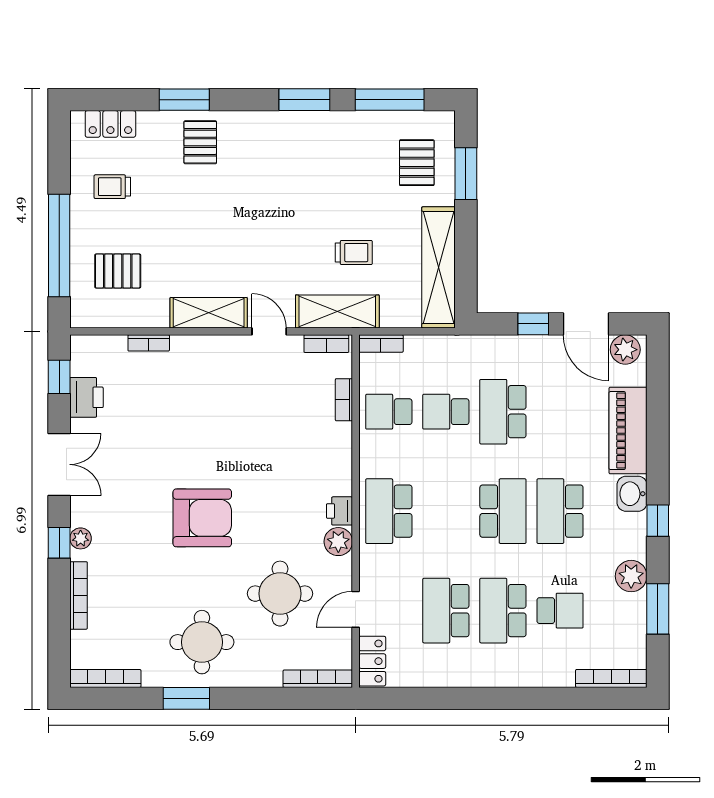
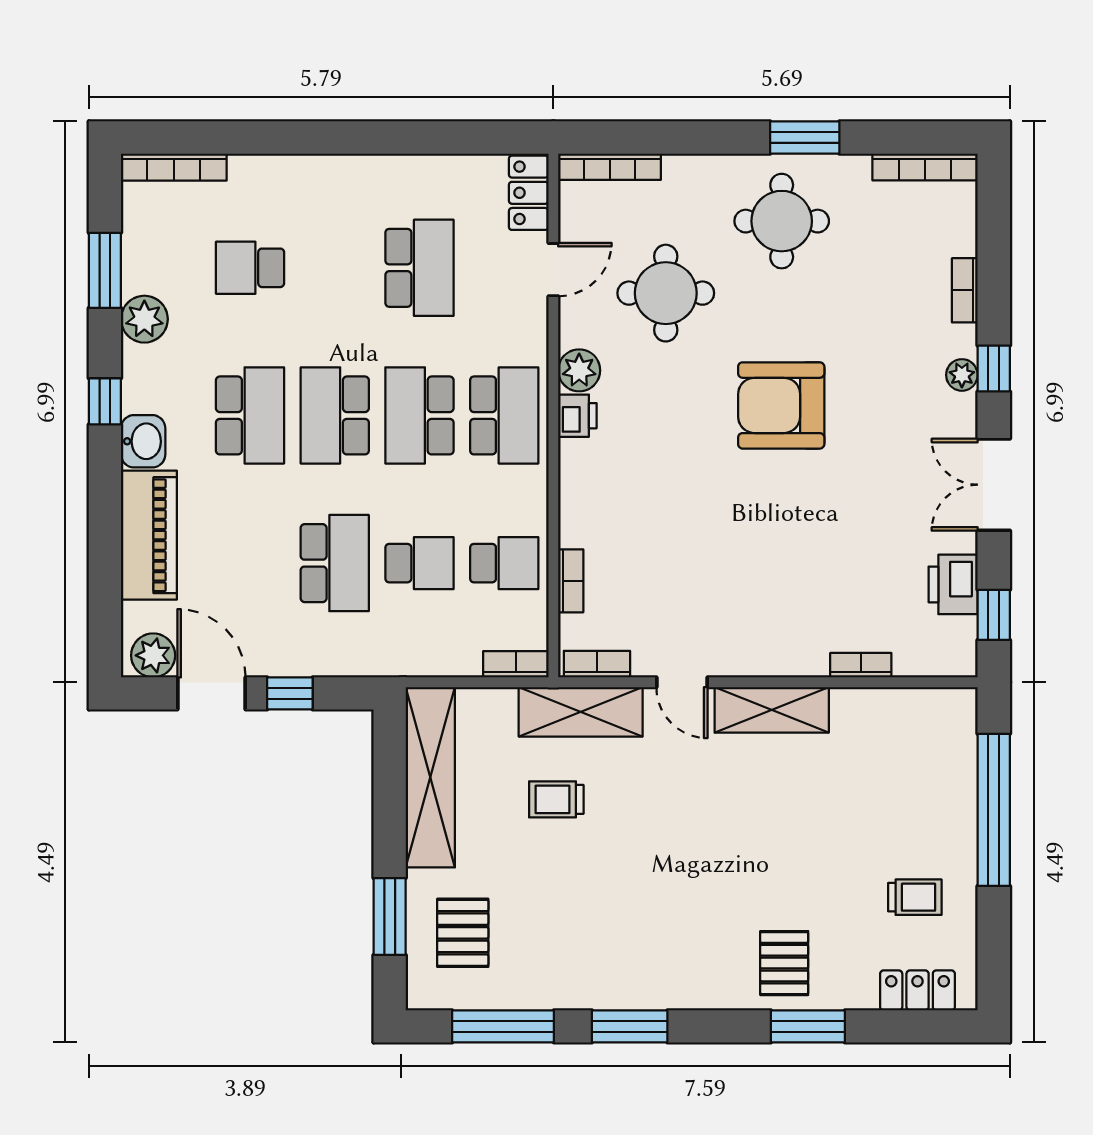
pallet: (118, 271) -> (907, 772), removed
bookcase: (79, 595) -> (965, 290), width x0.64
school desk: (503, 611) -> (419, 415), moved, turned 180

